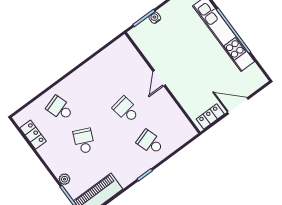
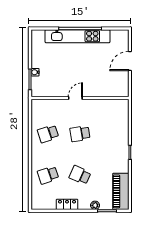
door: (159, 78) -> (75, 98), swing flipped
locker: (210, 116) -> (124, 83), removed
locker: (33, 135) -> (67, 204), moved
school desk: (150, 142) -> (48, 134), moved

